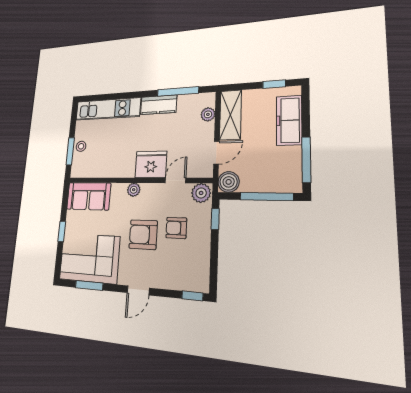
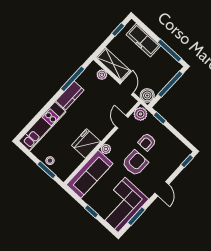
fridge: (151, 165) -> (86, 144), moved
sofa: (89, 196) -> (90, 174), width x1.36
armchair: (143, 235) -> (135, 163), turned 180

